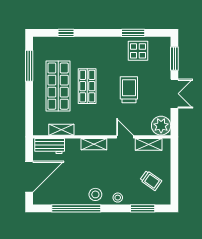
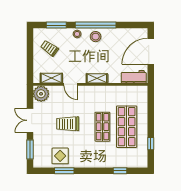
window: (29, 66) -> (151, 144), width x0.46
trolley: (129, 90) -> (68, 124), turned 90
shelving: (61, 130) -> (124, 90), removed
window: (76, 208) -> (96, 25), moved

